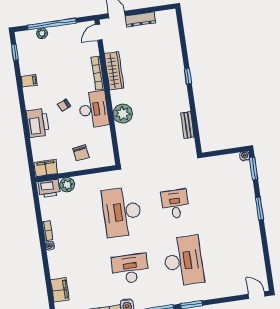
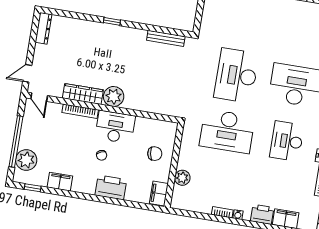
dresser: (141, 19) -> (43, 28), moved
plant: (42, 33) -> (26, 160), width x1.88, depth x1.88
filing cabinet: (29, 81) -> (60, 182), width x2.00
plant: (123, 114) -> (114, 96), moved
bench: (188, 125) -> (166, 38), width x1.36
printer: (49, 188) -> (262, 214), moved, turned -90
desk: (175, 204) -> (236, 75), width x1.87, depth x1.30

